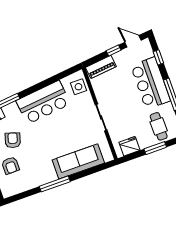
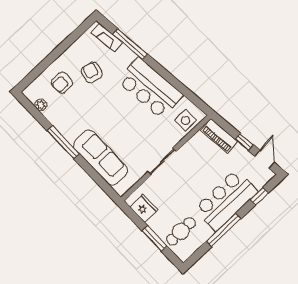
armchair: (13, 140) -> (92, 73), turned -94
plant: (20, 188) -> (41, 105), added

